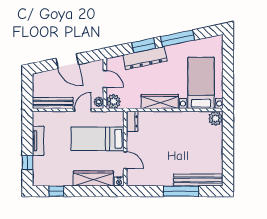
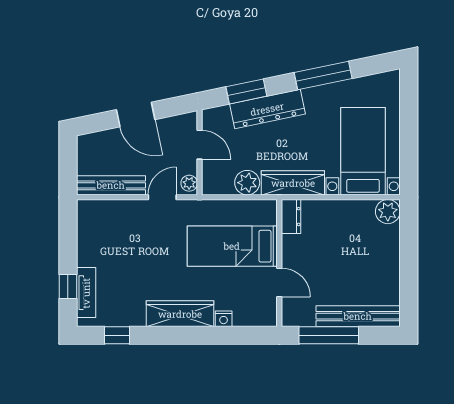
window: (144, 45) -> (246, 91), moved
plant: (113, 101) -> (247, 183), moved
dresser: (132, 121) -> (291, 217), moved
bed: (97, 139) -> (232, 246), moved
tv unit: (38, 141) -> (86, 293), moved
wall: (125, 149) -> (279, 263), moved
door: (125, 160) -> (279, 282), moved

